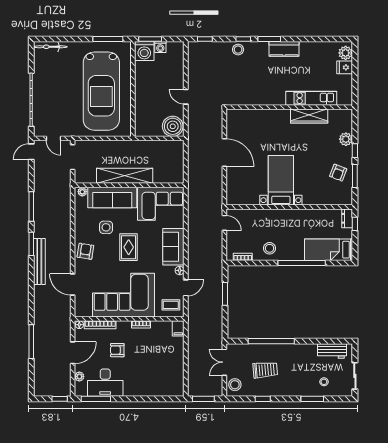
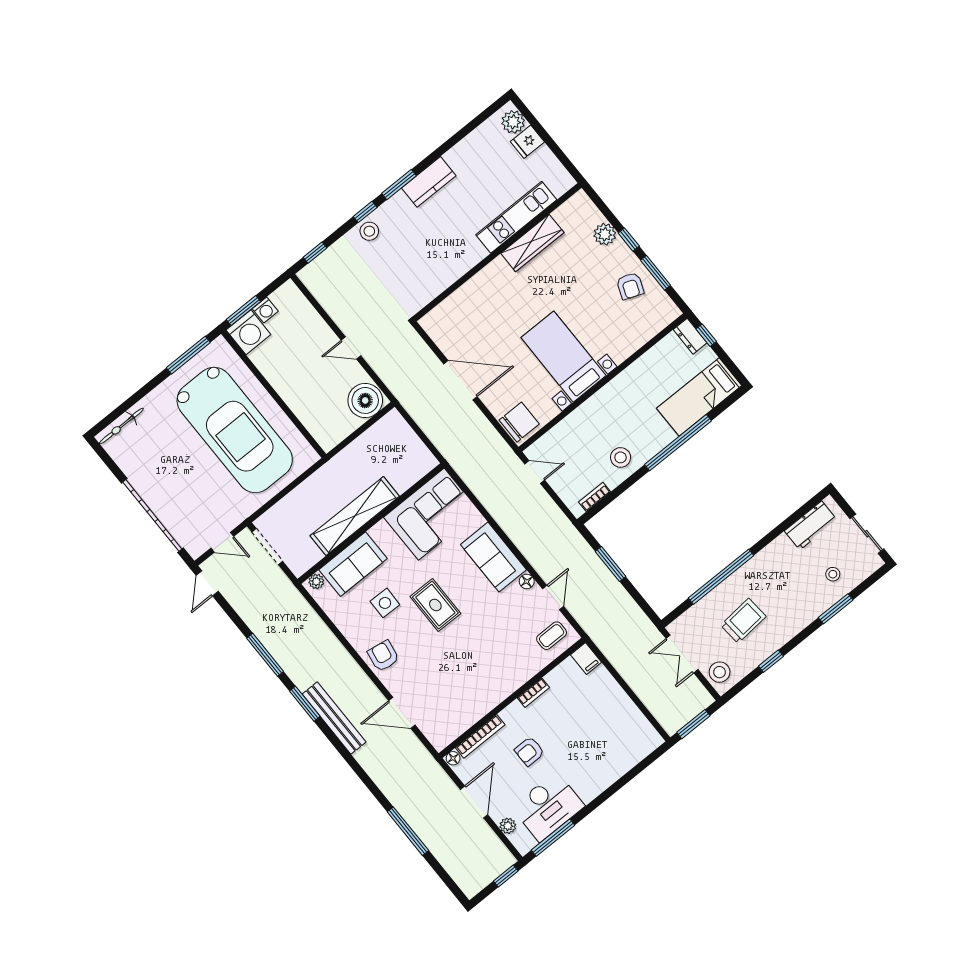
chair: (236, 194) -> (519, 422), added
sofa: (112, 197) -> (353, 564), width x0.73
corner sofa: (123, 295) -> (479, 673), removed

